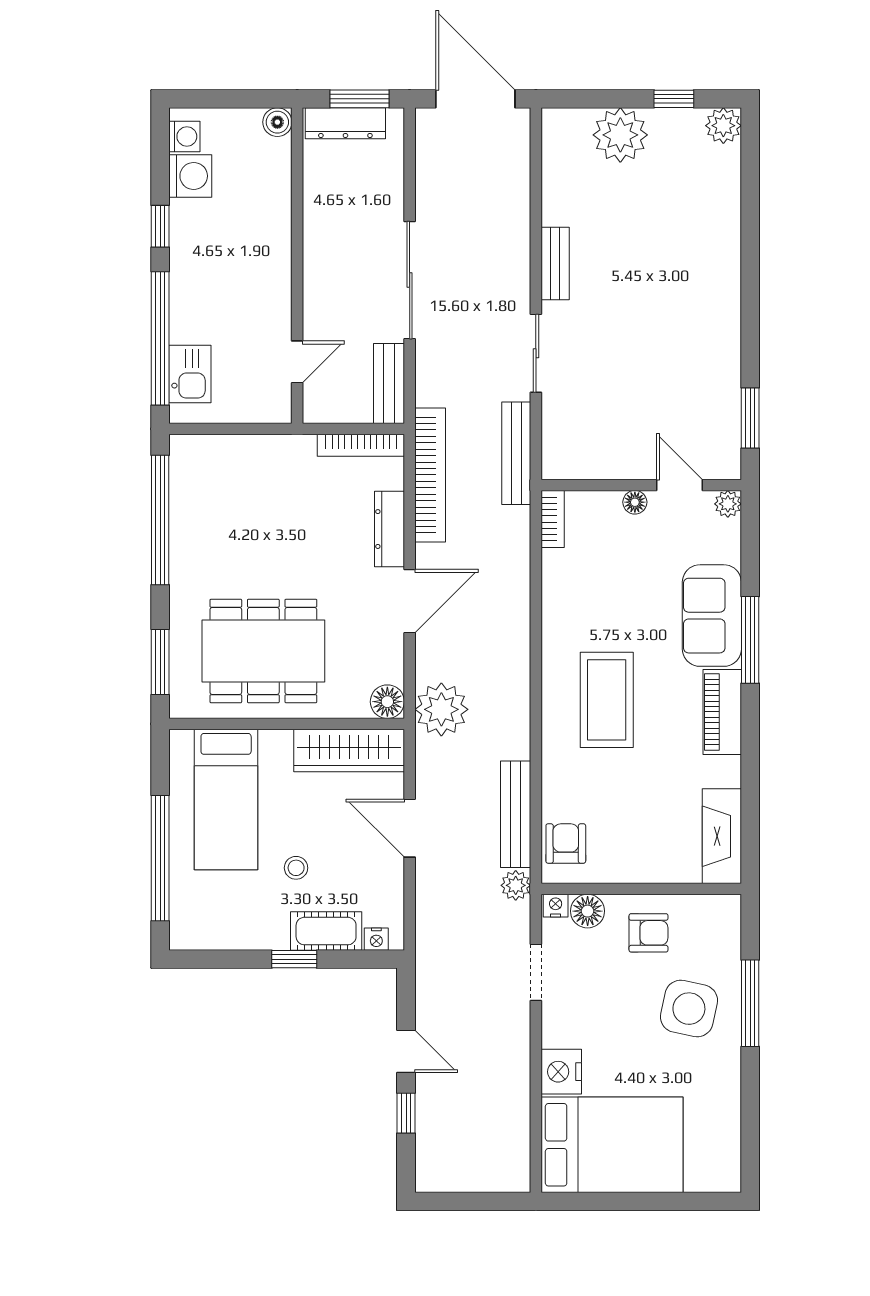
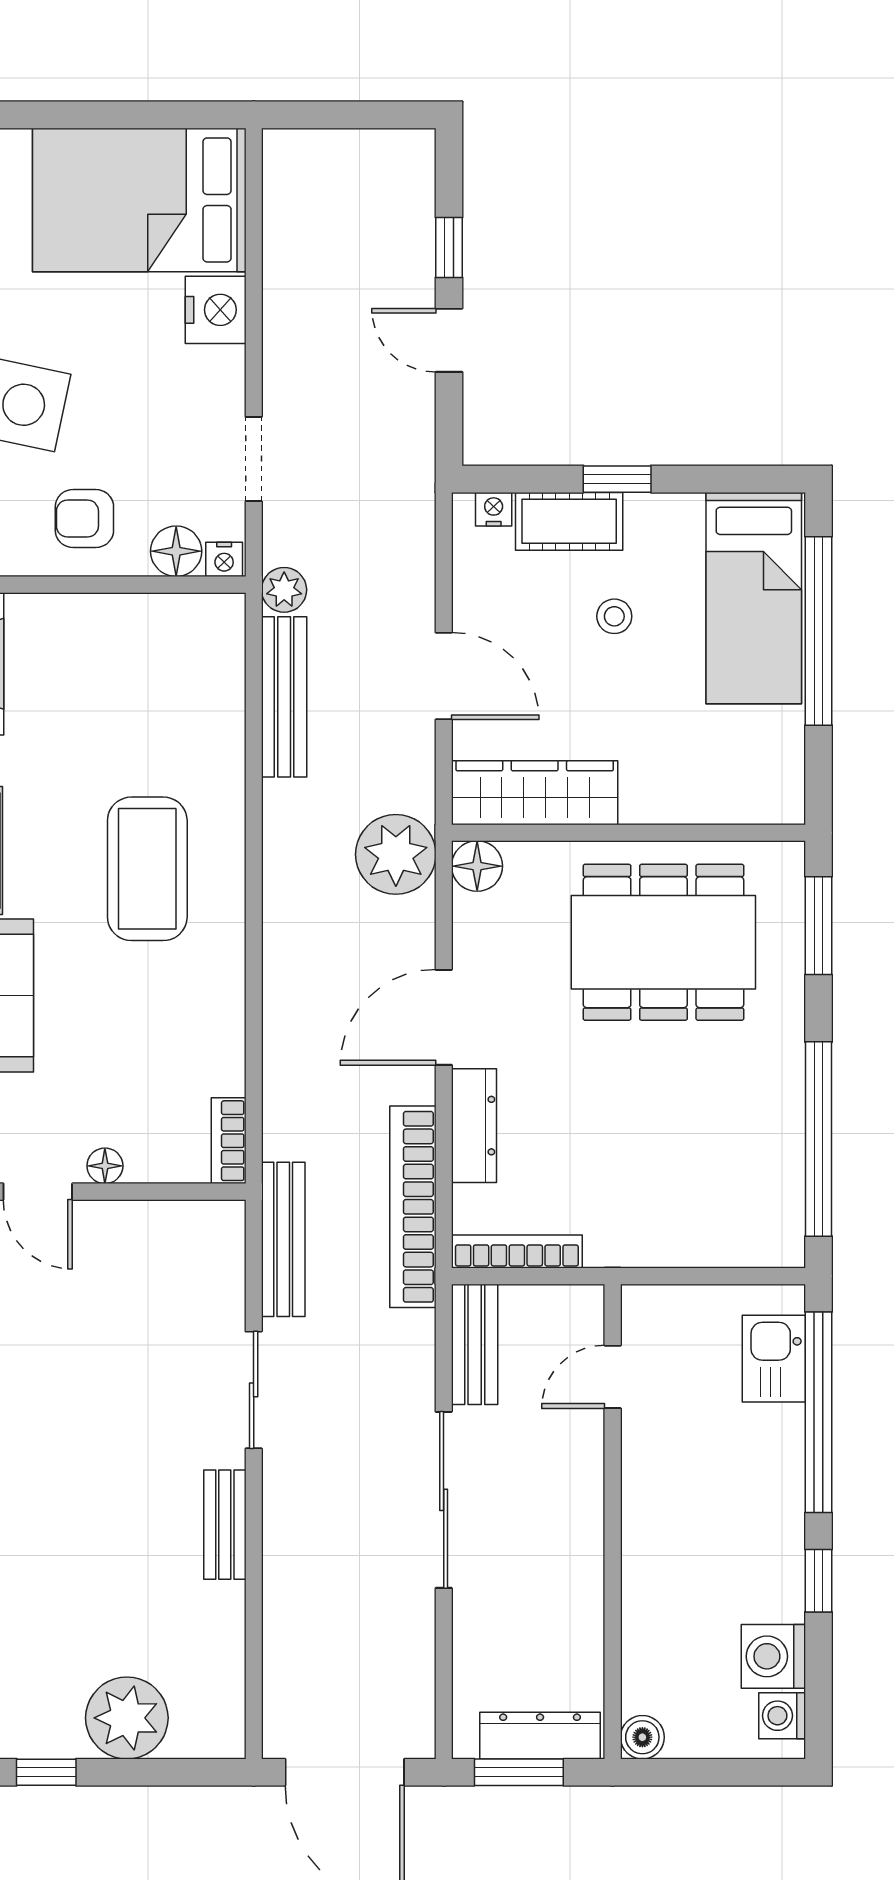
bed: (226, 799) -> (754, 598), moved, turned 180
armchair: (566, 844) -> (209, 653), removed

